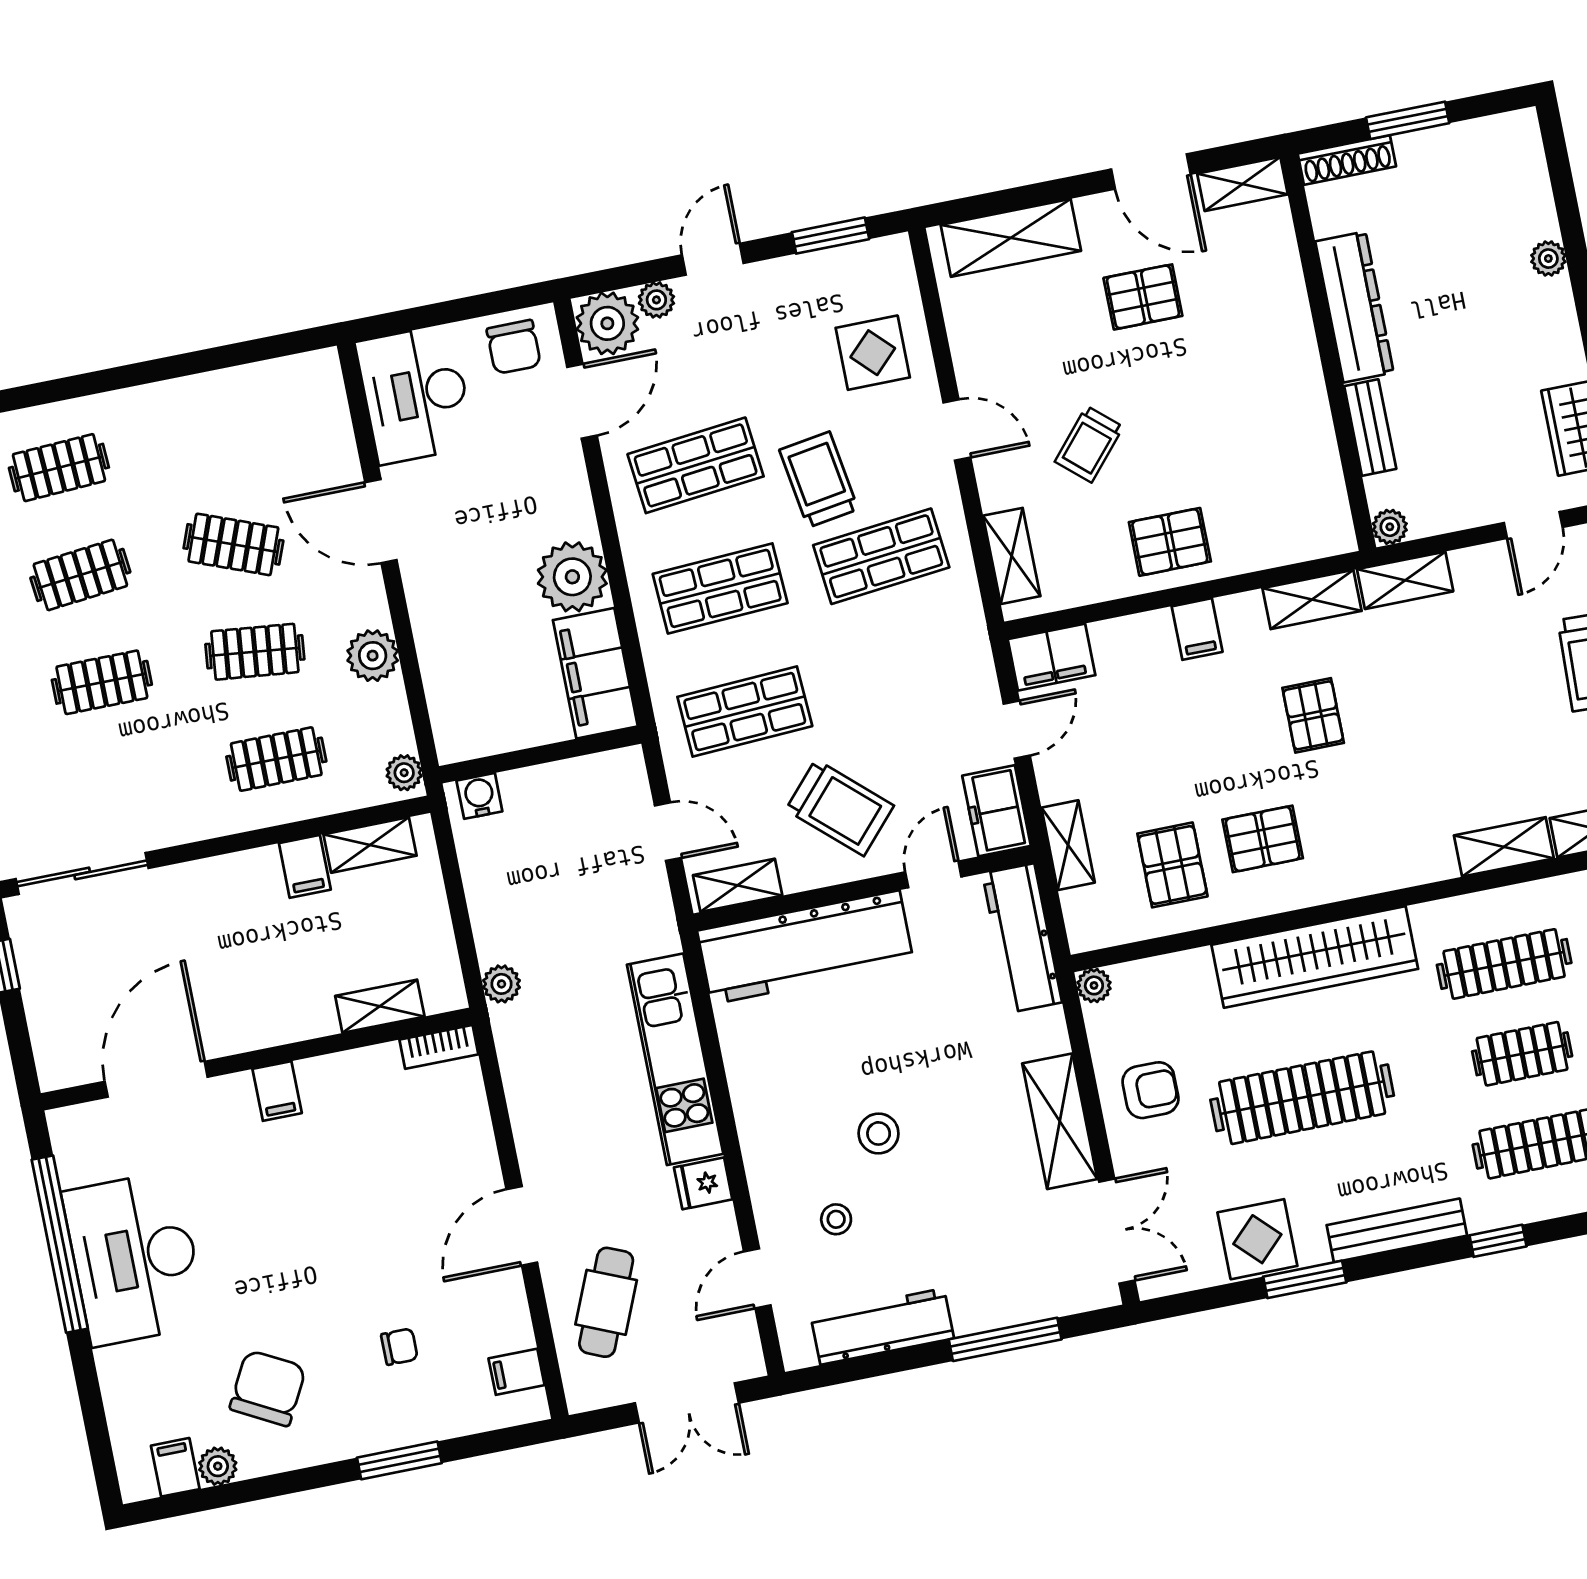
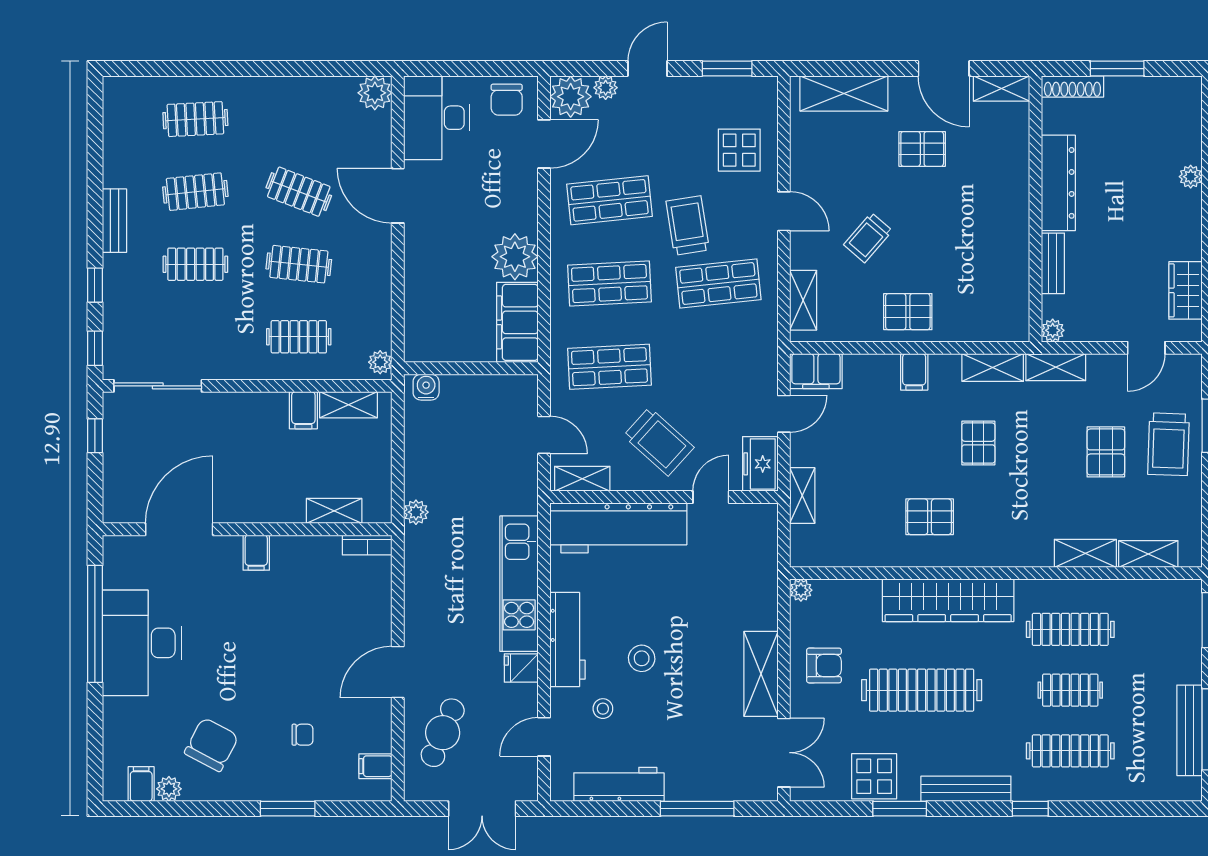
plant: (373, 656) -> (375, 93), moved
pallet: (1172, 865) -> (1106, 452), moved
workbench: (1022, 938) -> (568, 639), moved, turned 180

